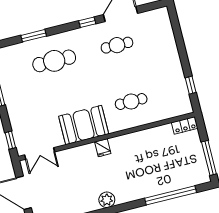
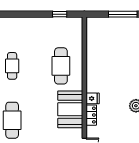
cafe table: (131, 102) -> (61, 66), width x1.37, depth x1.35
locker: (185, 125) -> (91, 115), moved

